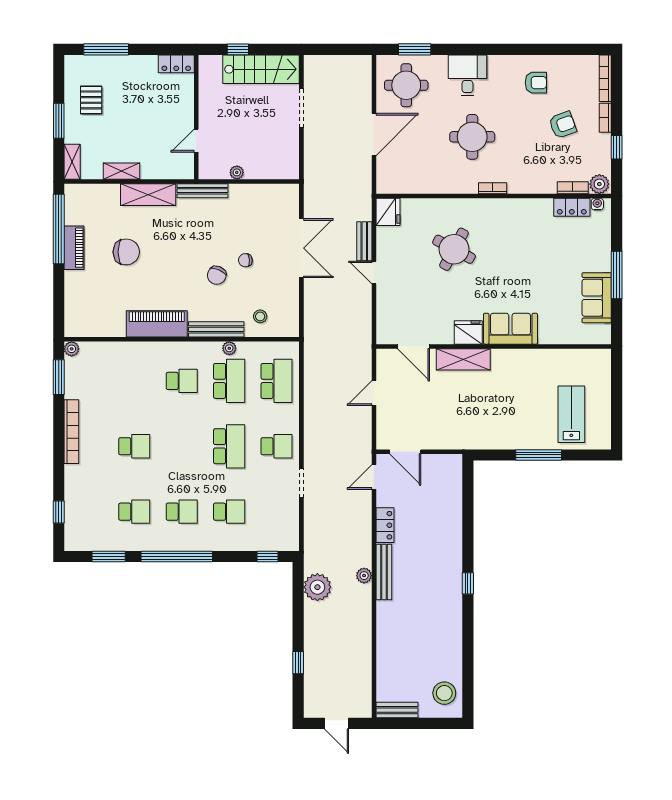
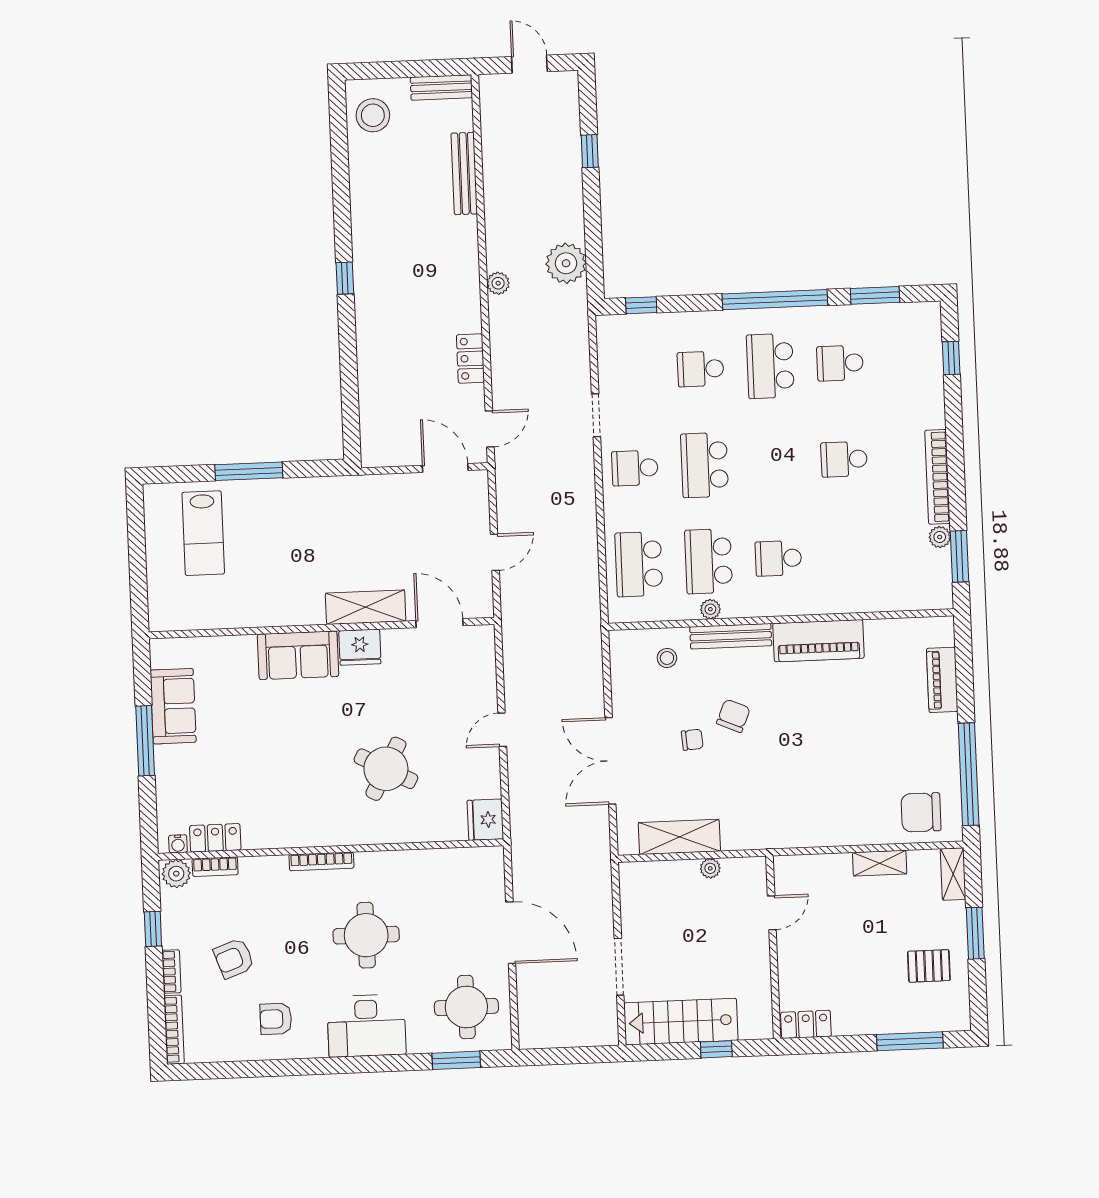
desk: (467, 75) -> (366, 1026), width x1.37
pallet: (91, 100) -> (929, 966), turned 90
door: (374, 134) -> (511, 933), swing flipped
bookcase: (493, 188) -> (321, 861), width x1.56
bench: (202, 191) -> (760, 839), removed
shelving: (148, 195) -> (679, 837), moved
bench: (364, 241) -> (518, 775), removed
piano: (74, 248) -> (942, 680), moved
chair: (126, 252) -> (921, 812), moved
door: (374, 272) -> (502, 730), swing flipped
plant: (72, 349) -> (940, 537), moved
school desk: (182, 512) -> (770, 366), width x1.85
bench: (384, 572) -> (464, 173), moved

